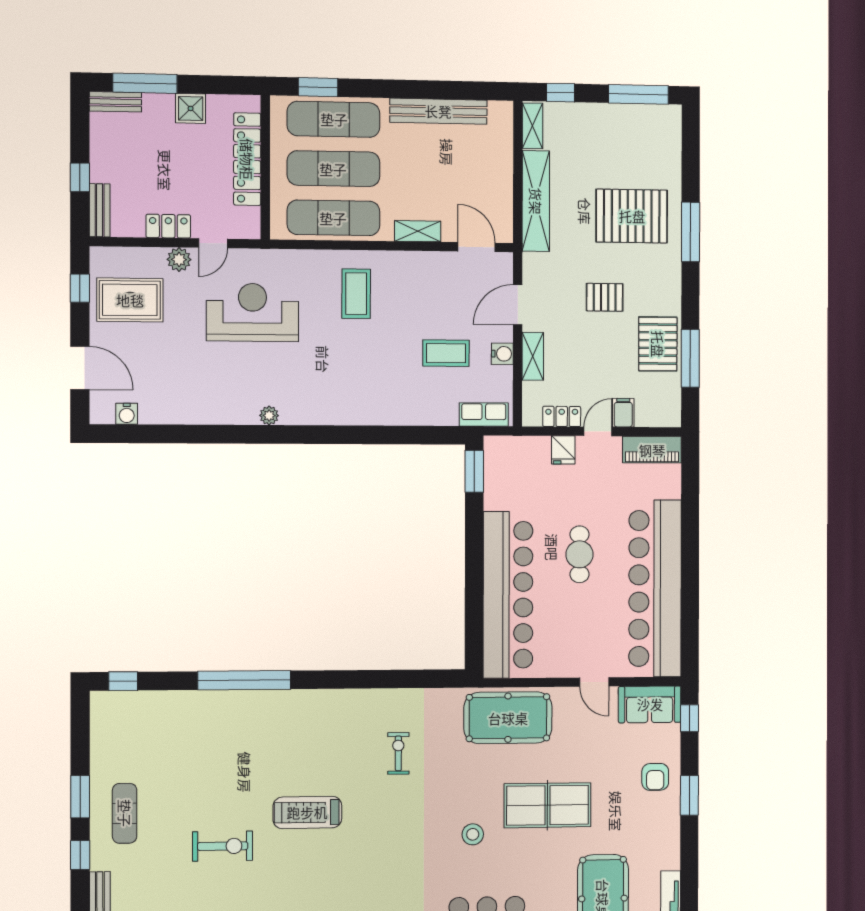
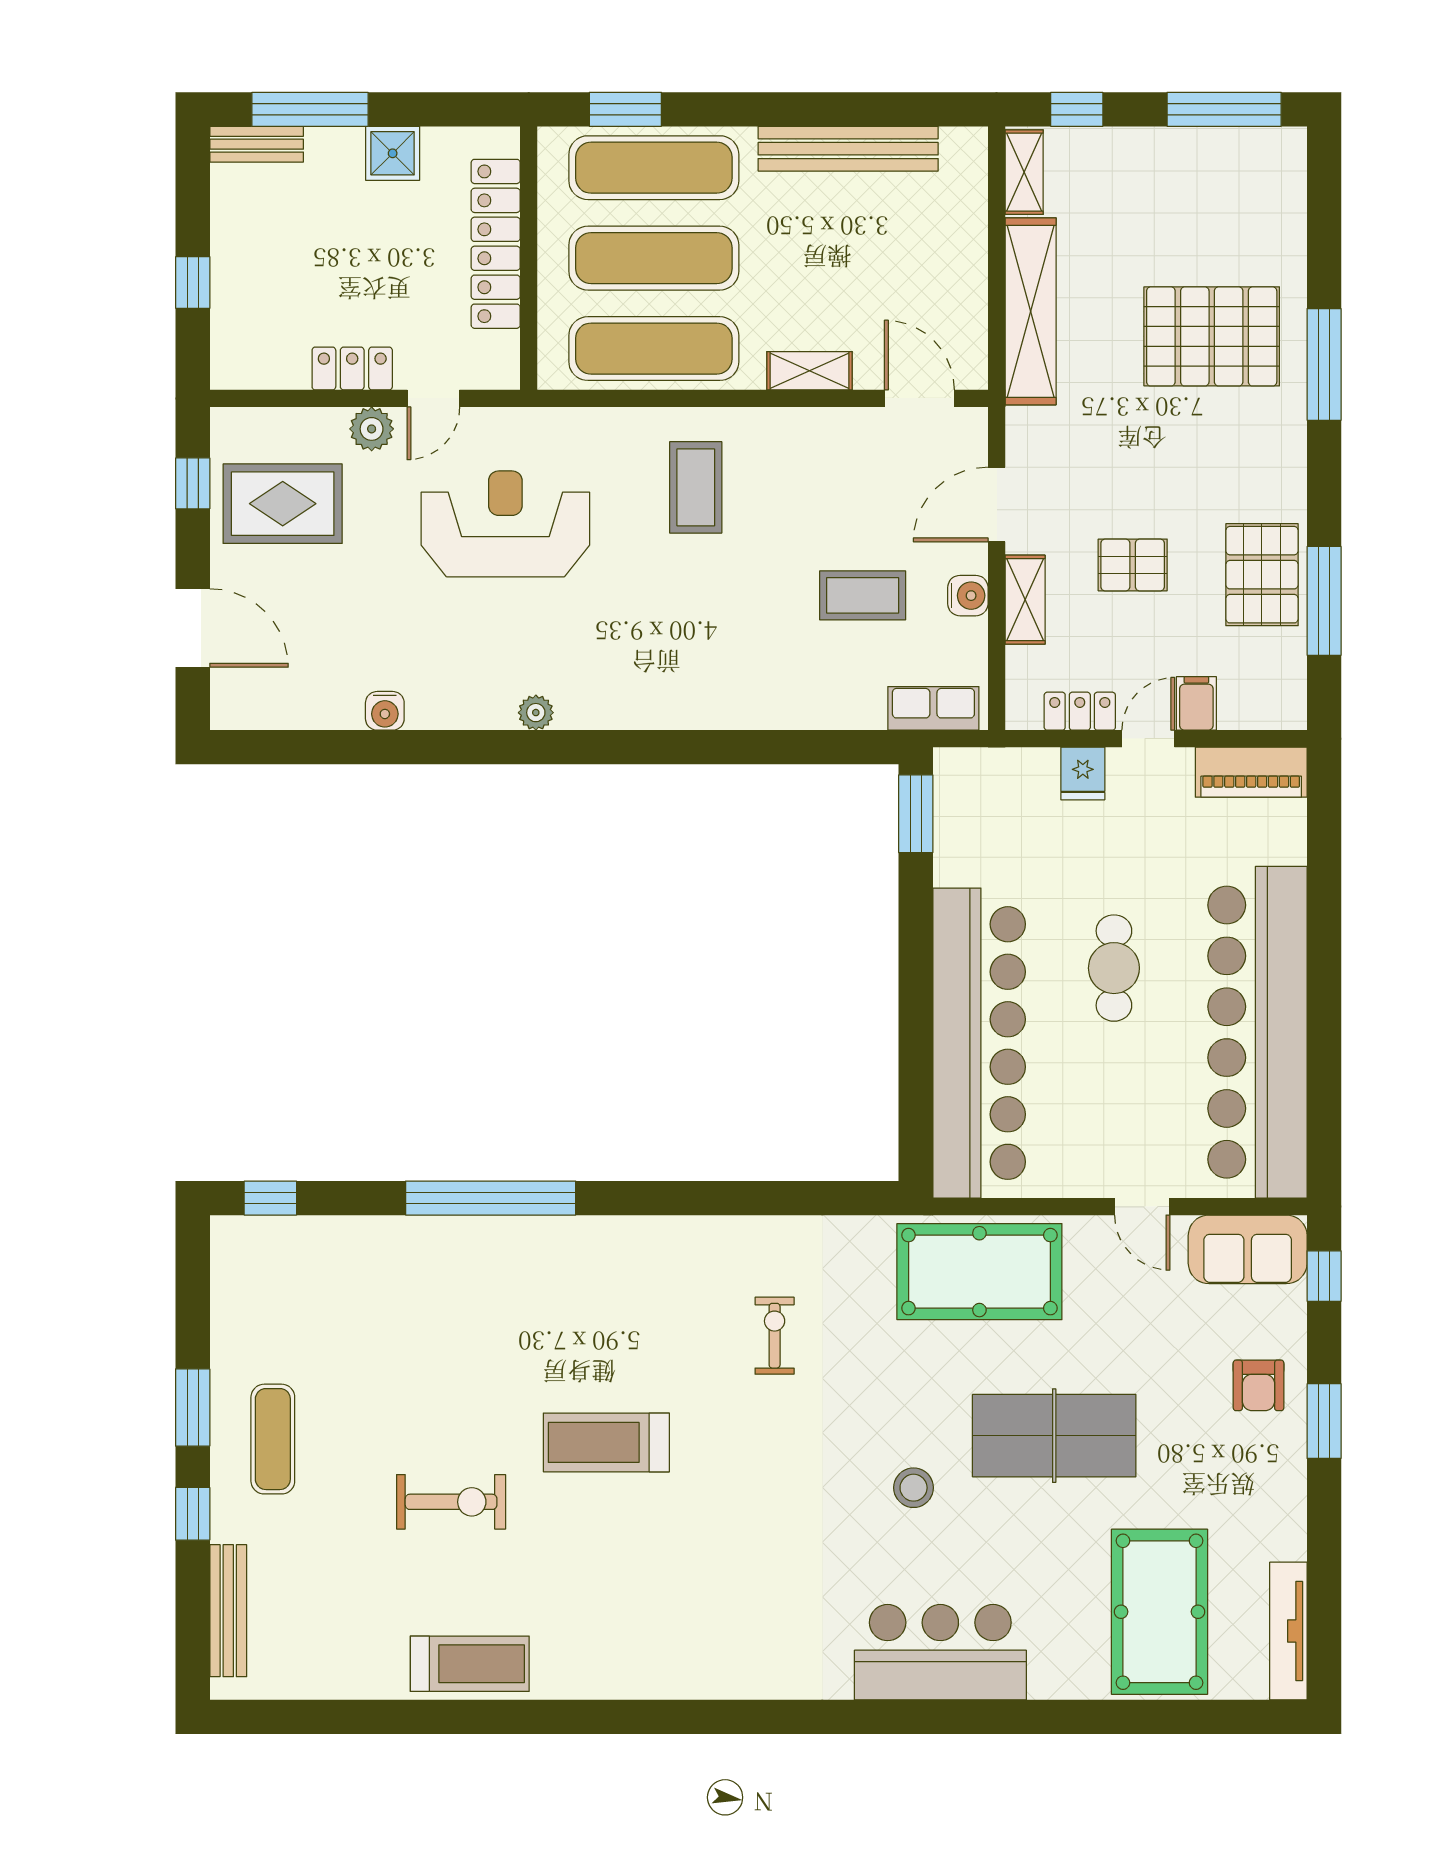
bench: (100, 210) -> (228, 342), removed
pallet: (605, 297) -> (1133, 565), moved
water cooler: (127, 414) -> (385, 711), moved

